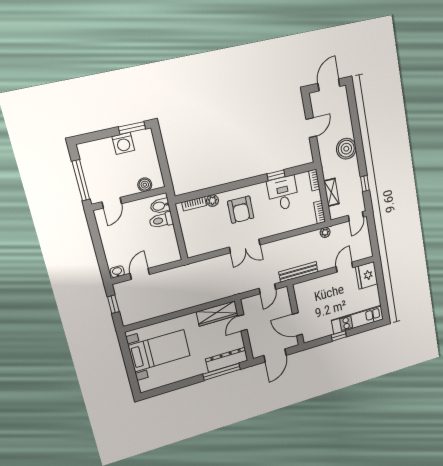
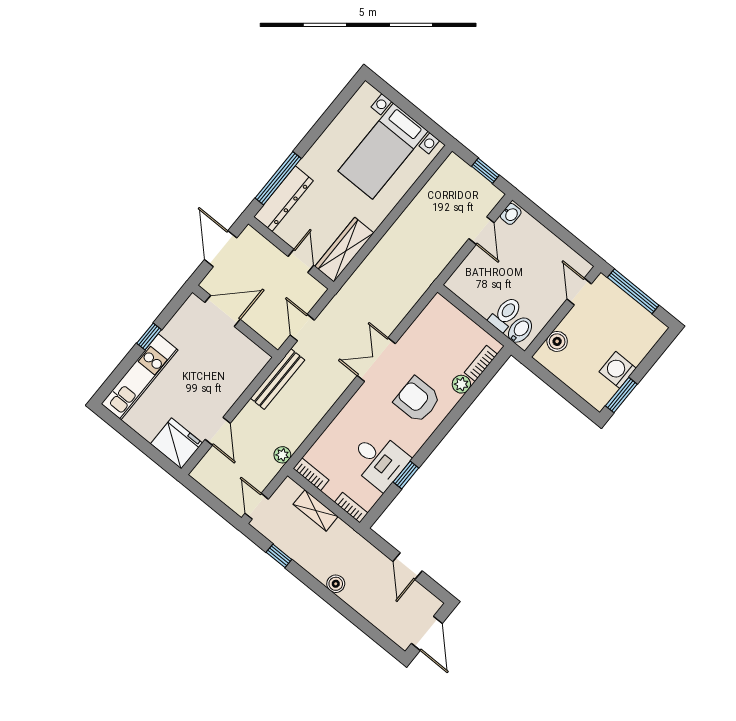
boiler: (346, 149) -> (336, 584), width x0.54, depth x0.54

